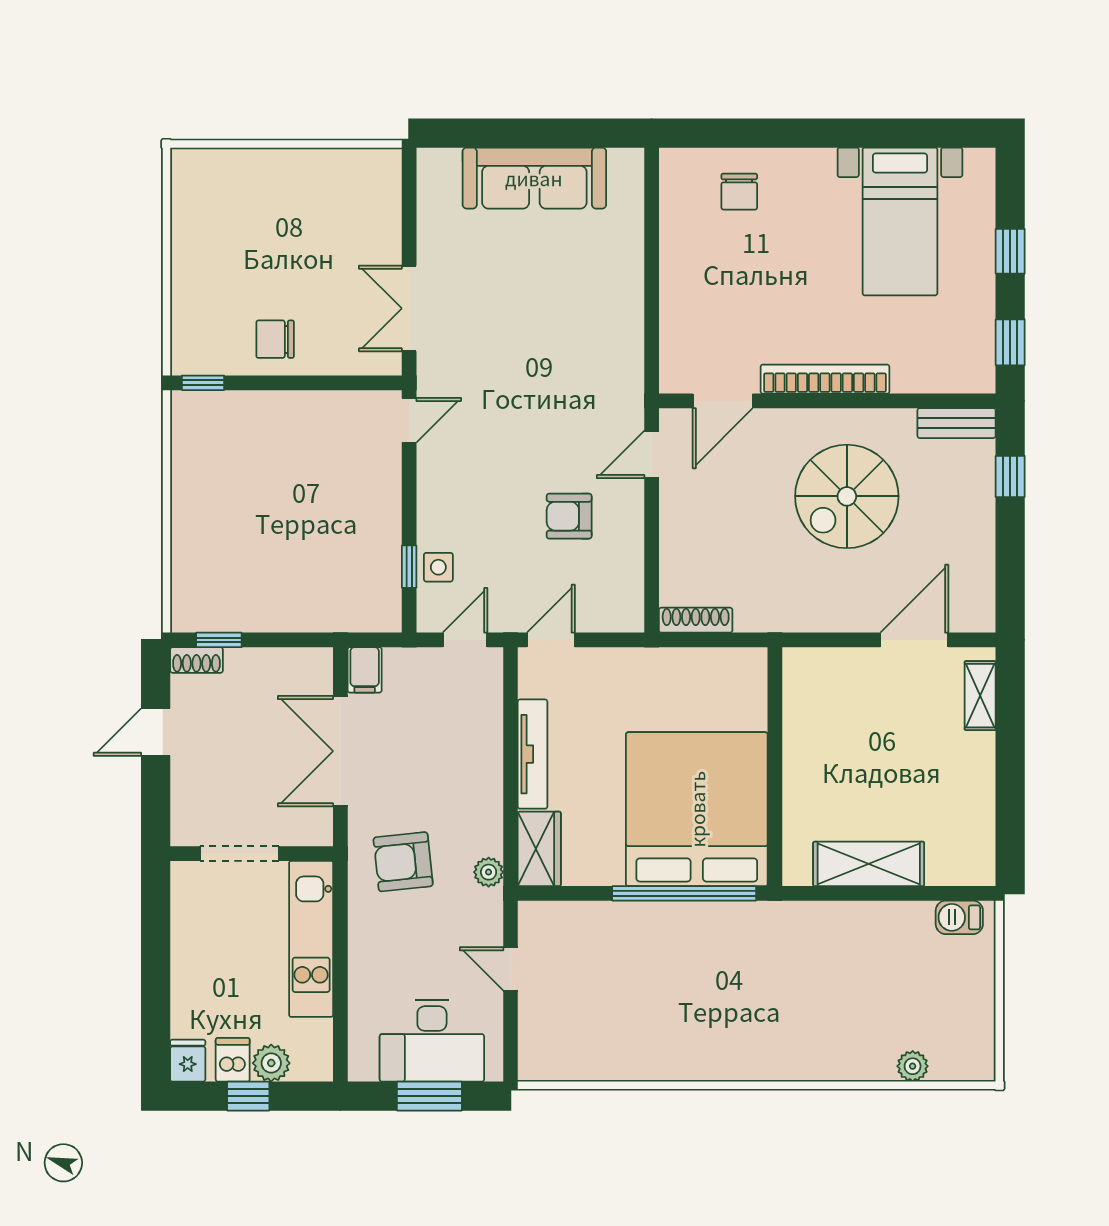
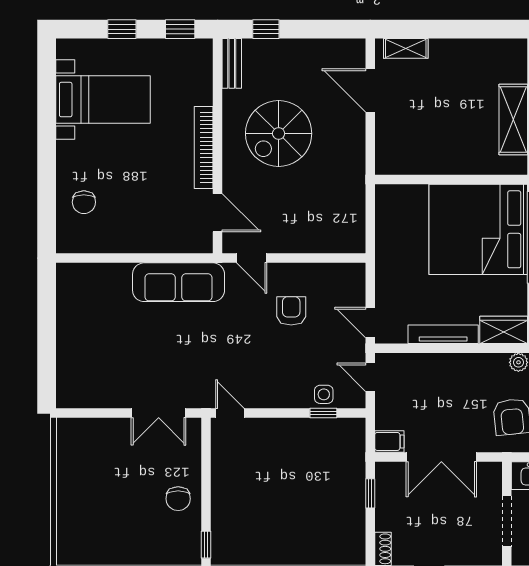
sofa: (534, 178) -> (179, 282), moved, turned 90
chair: (739, 192) -> (84, 202), turned 90
spiral stairs: (847, 496) -> (279, 133), turned 90
armchair: (569, 516) -> (291, 311), turned 180
shoe rack: (696, 620) -> (358, 230), removed
window: (219, 640) -> (370, 493), moved

